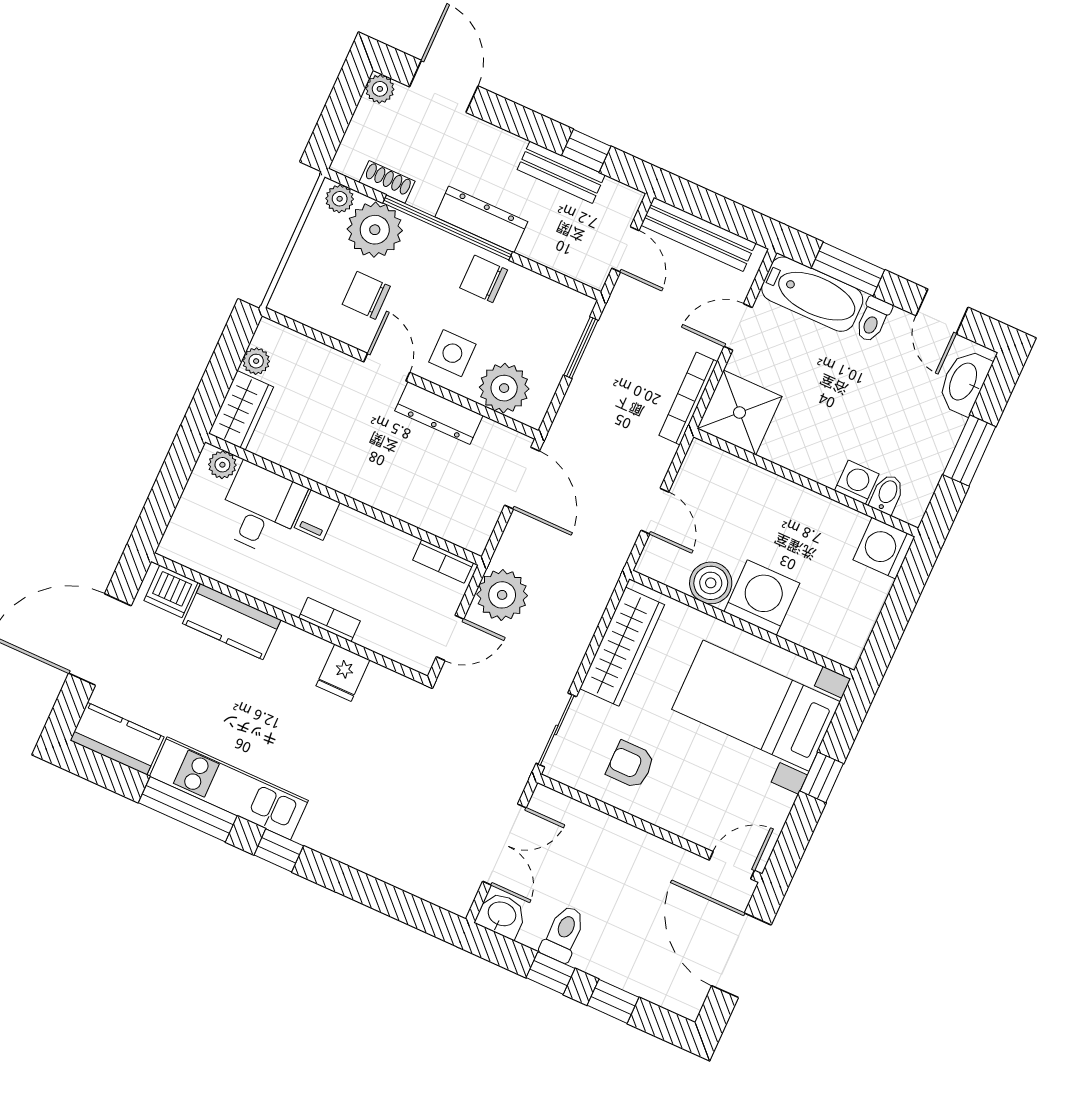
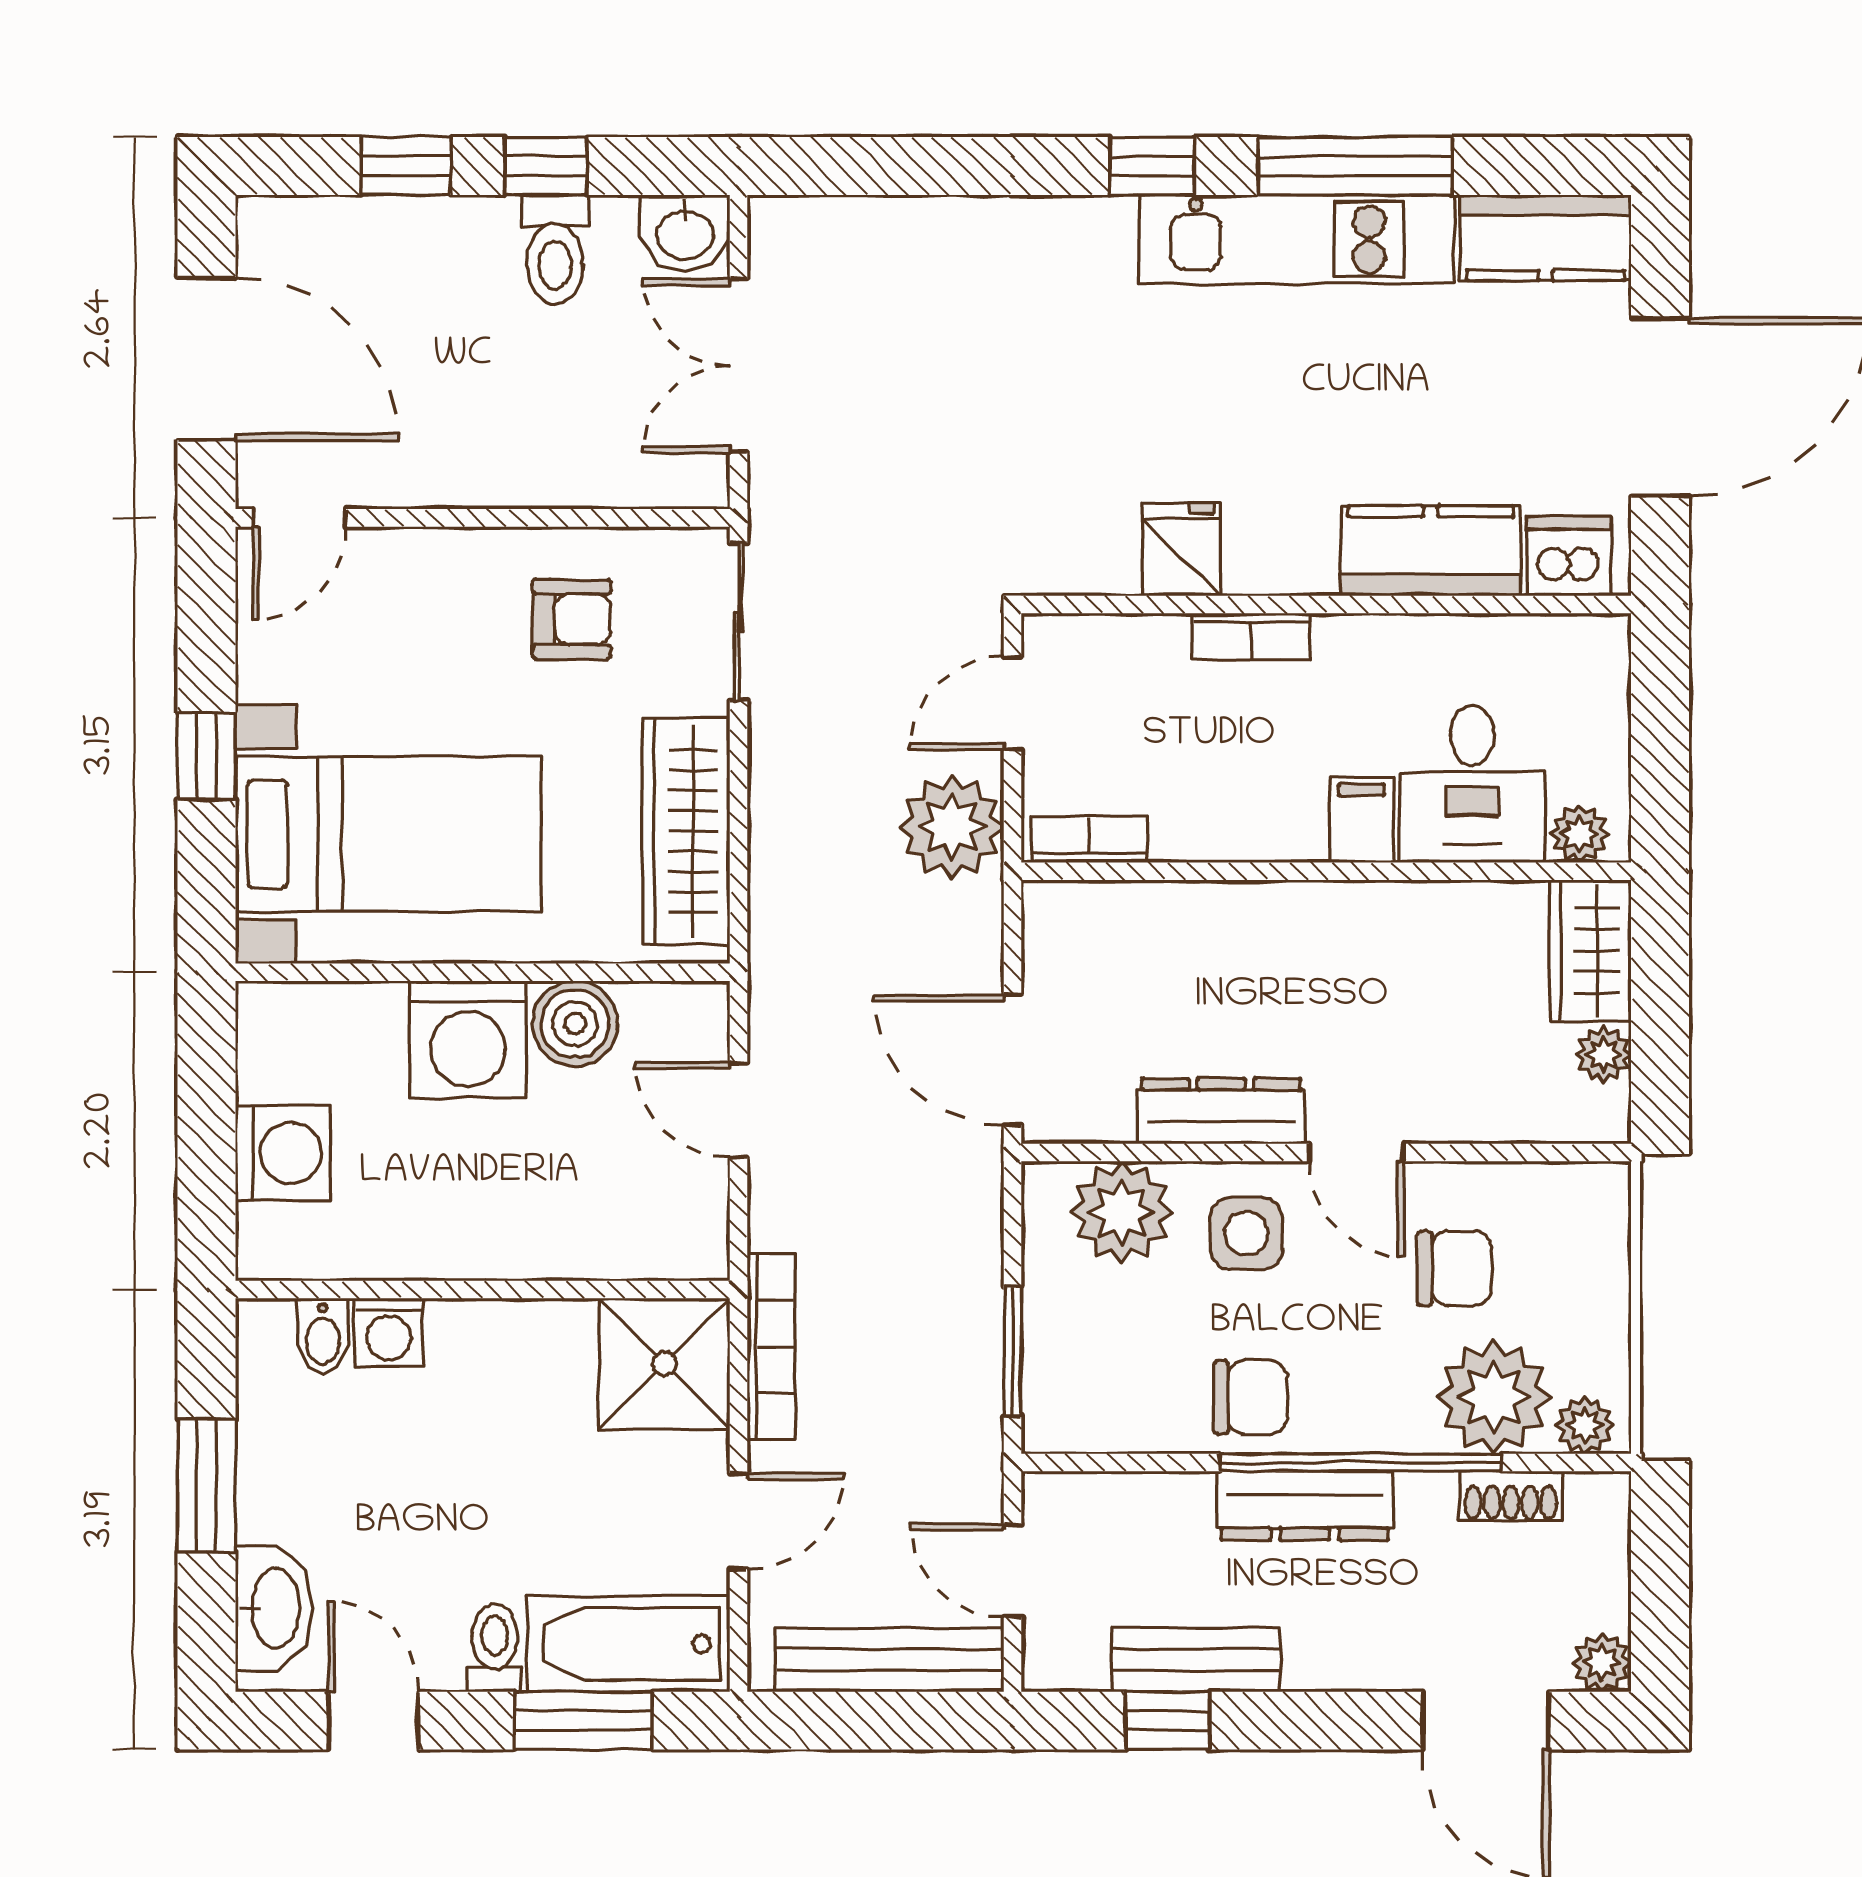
washing machine: (884, 548) -> (283, 1153), moved

